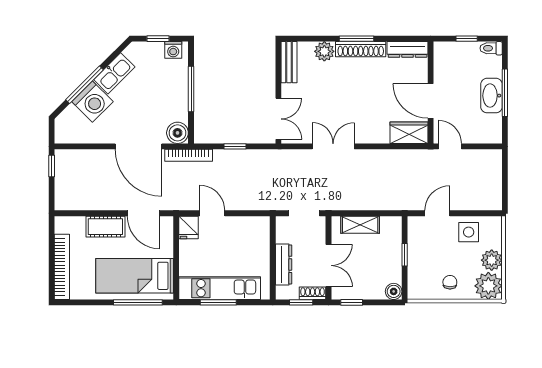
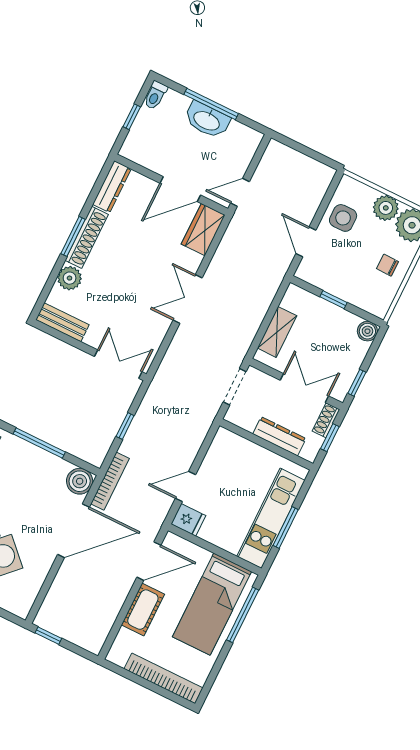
double door: (333, 146) -> (188, 299), moved

